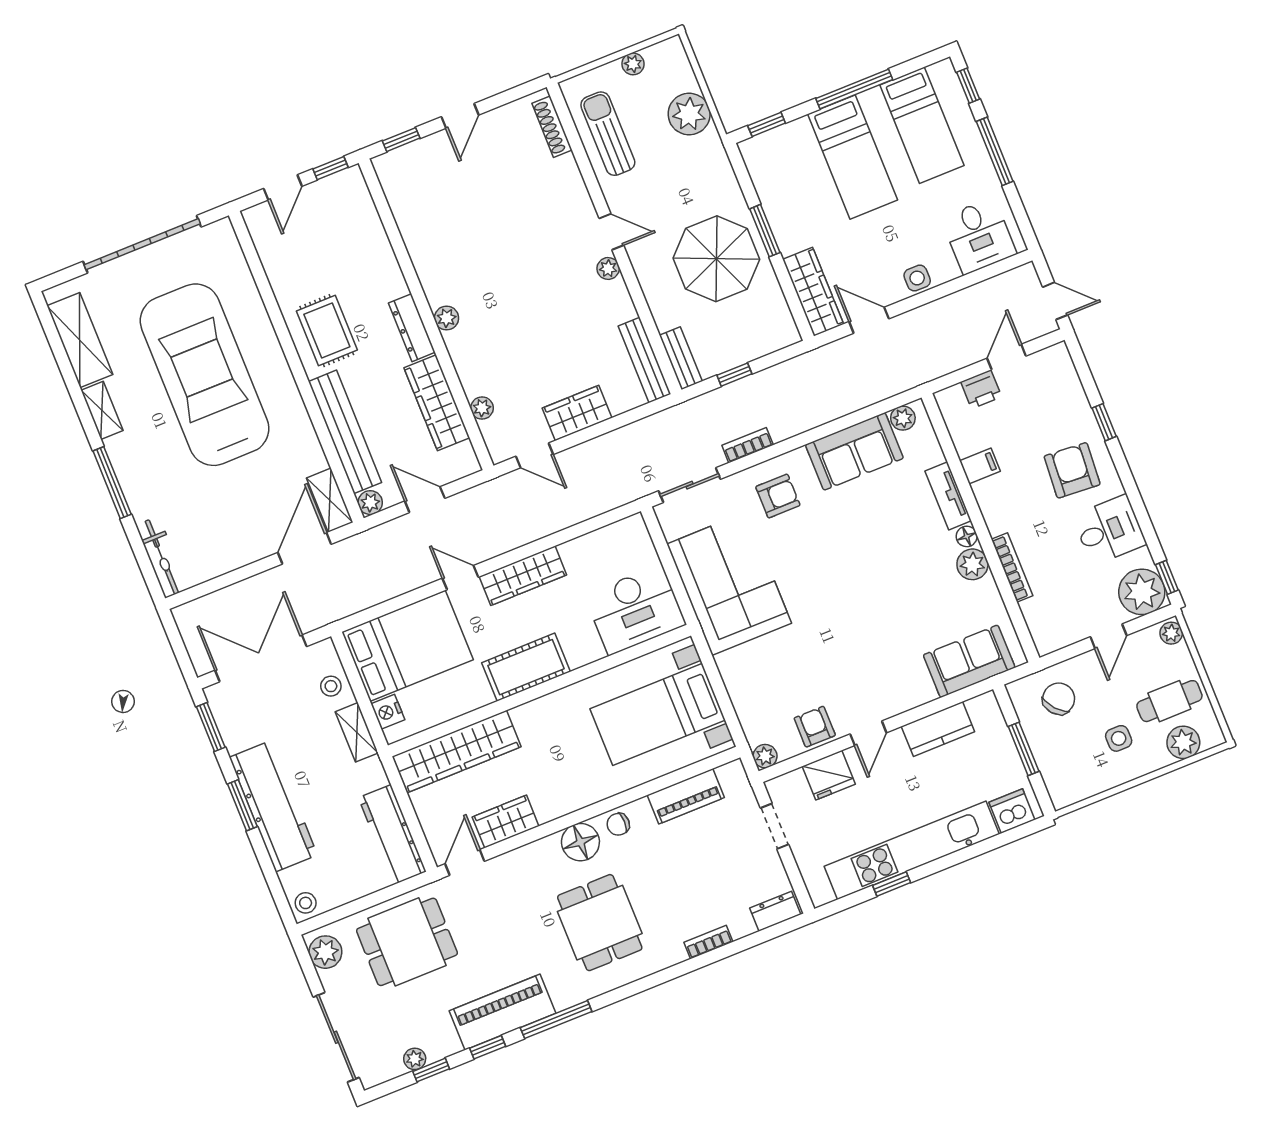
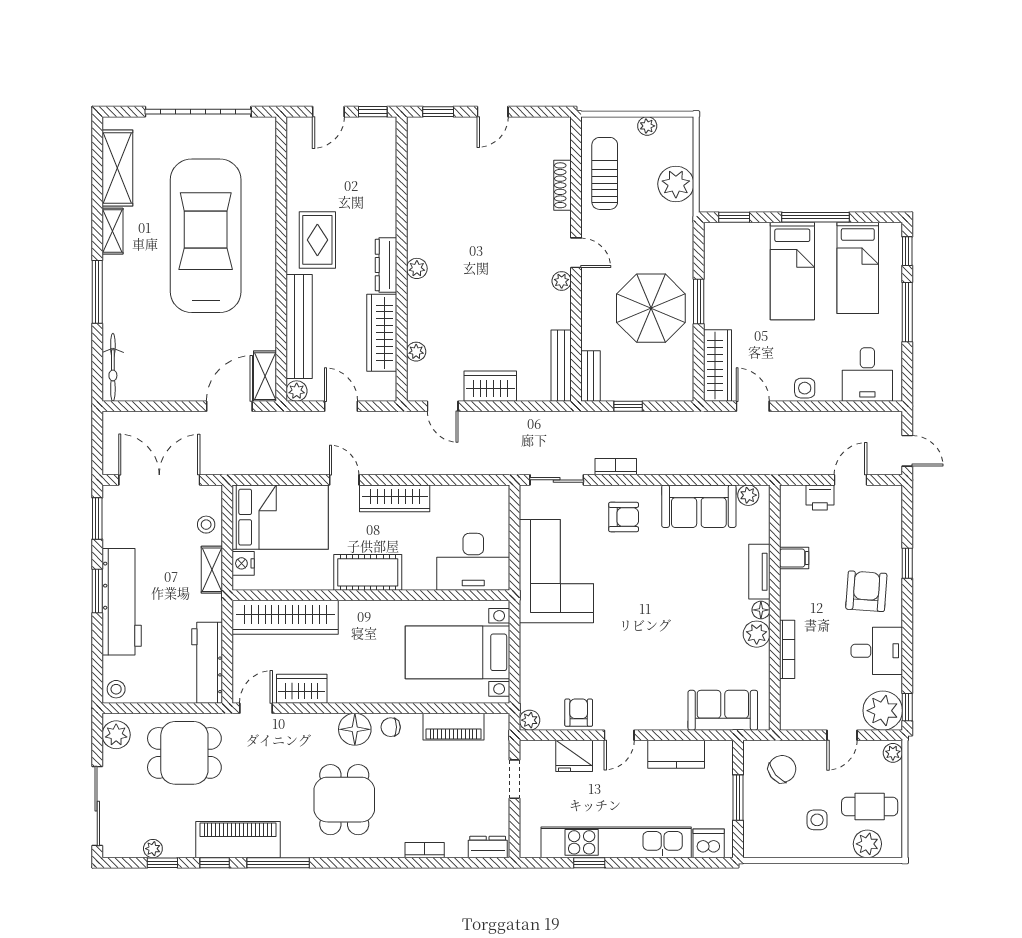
shoe rack: (552, 127) -> (562, 185), moved

